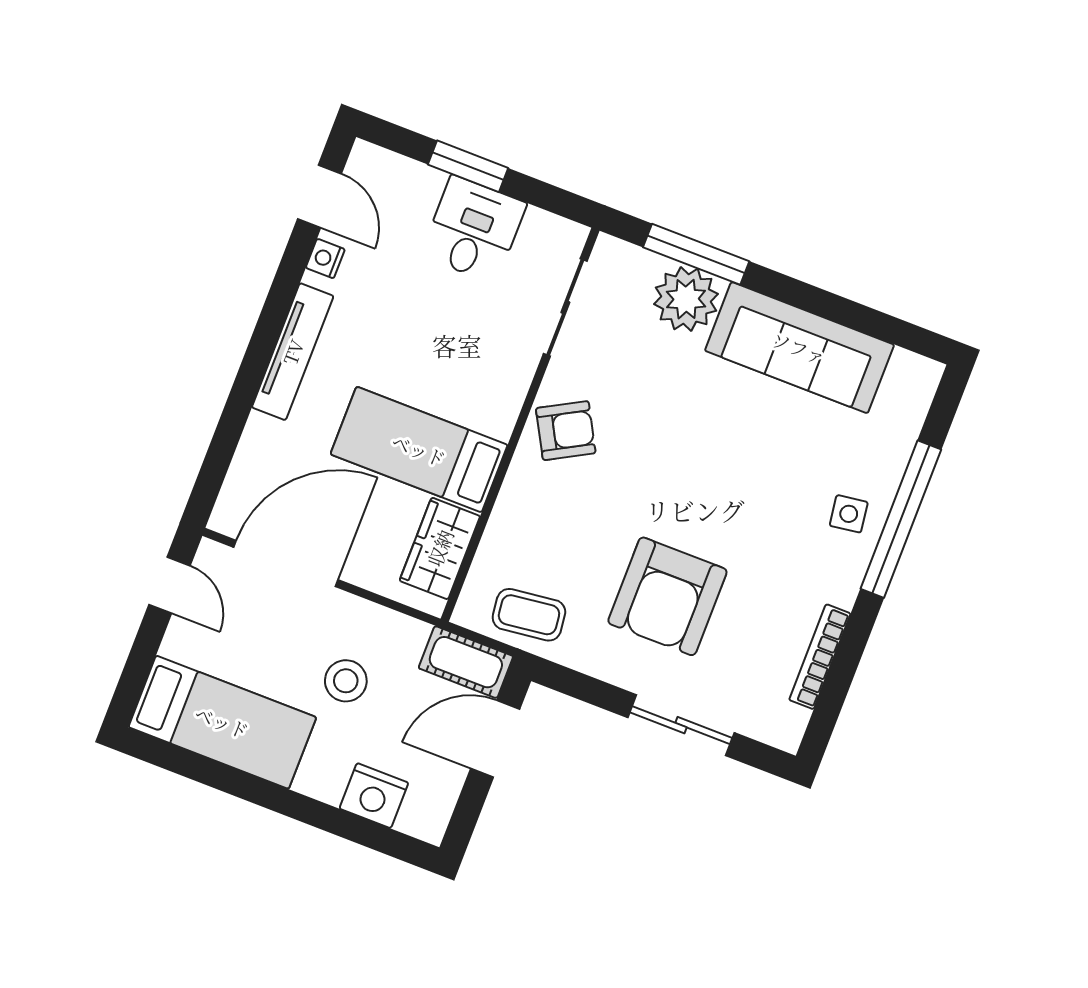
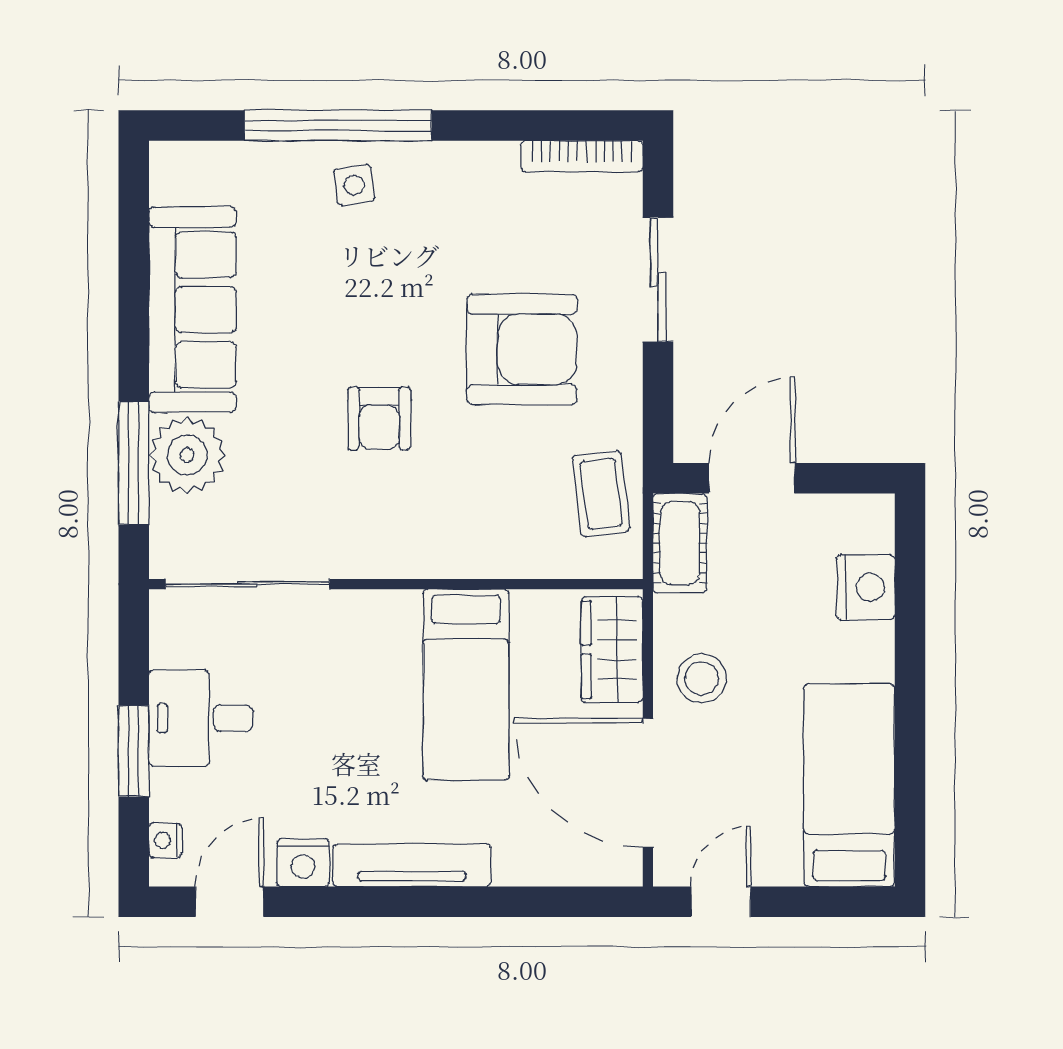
nightstand: (388, 164) -> (165, 840), added
nightstand: (325, 259) -> (303, 863), width x1.39, depth x1.35
sliding door: (565, 307) -> (248, 584), width x1.37
armchair: (566, 431) -> (379, 418), moved, turned -151
wardrobe: (440, 548) -> (612, 650), moved, turned 90
bookcase: (820, 657) -> (582, 156), moved
stool: (346, 681) -> (702, 678), moved
door: (495, 739) -> (752, 478), swing flipped

